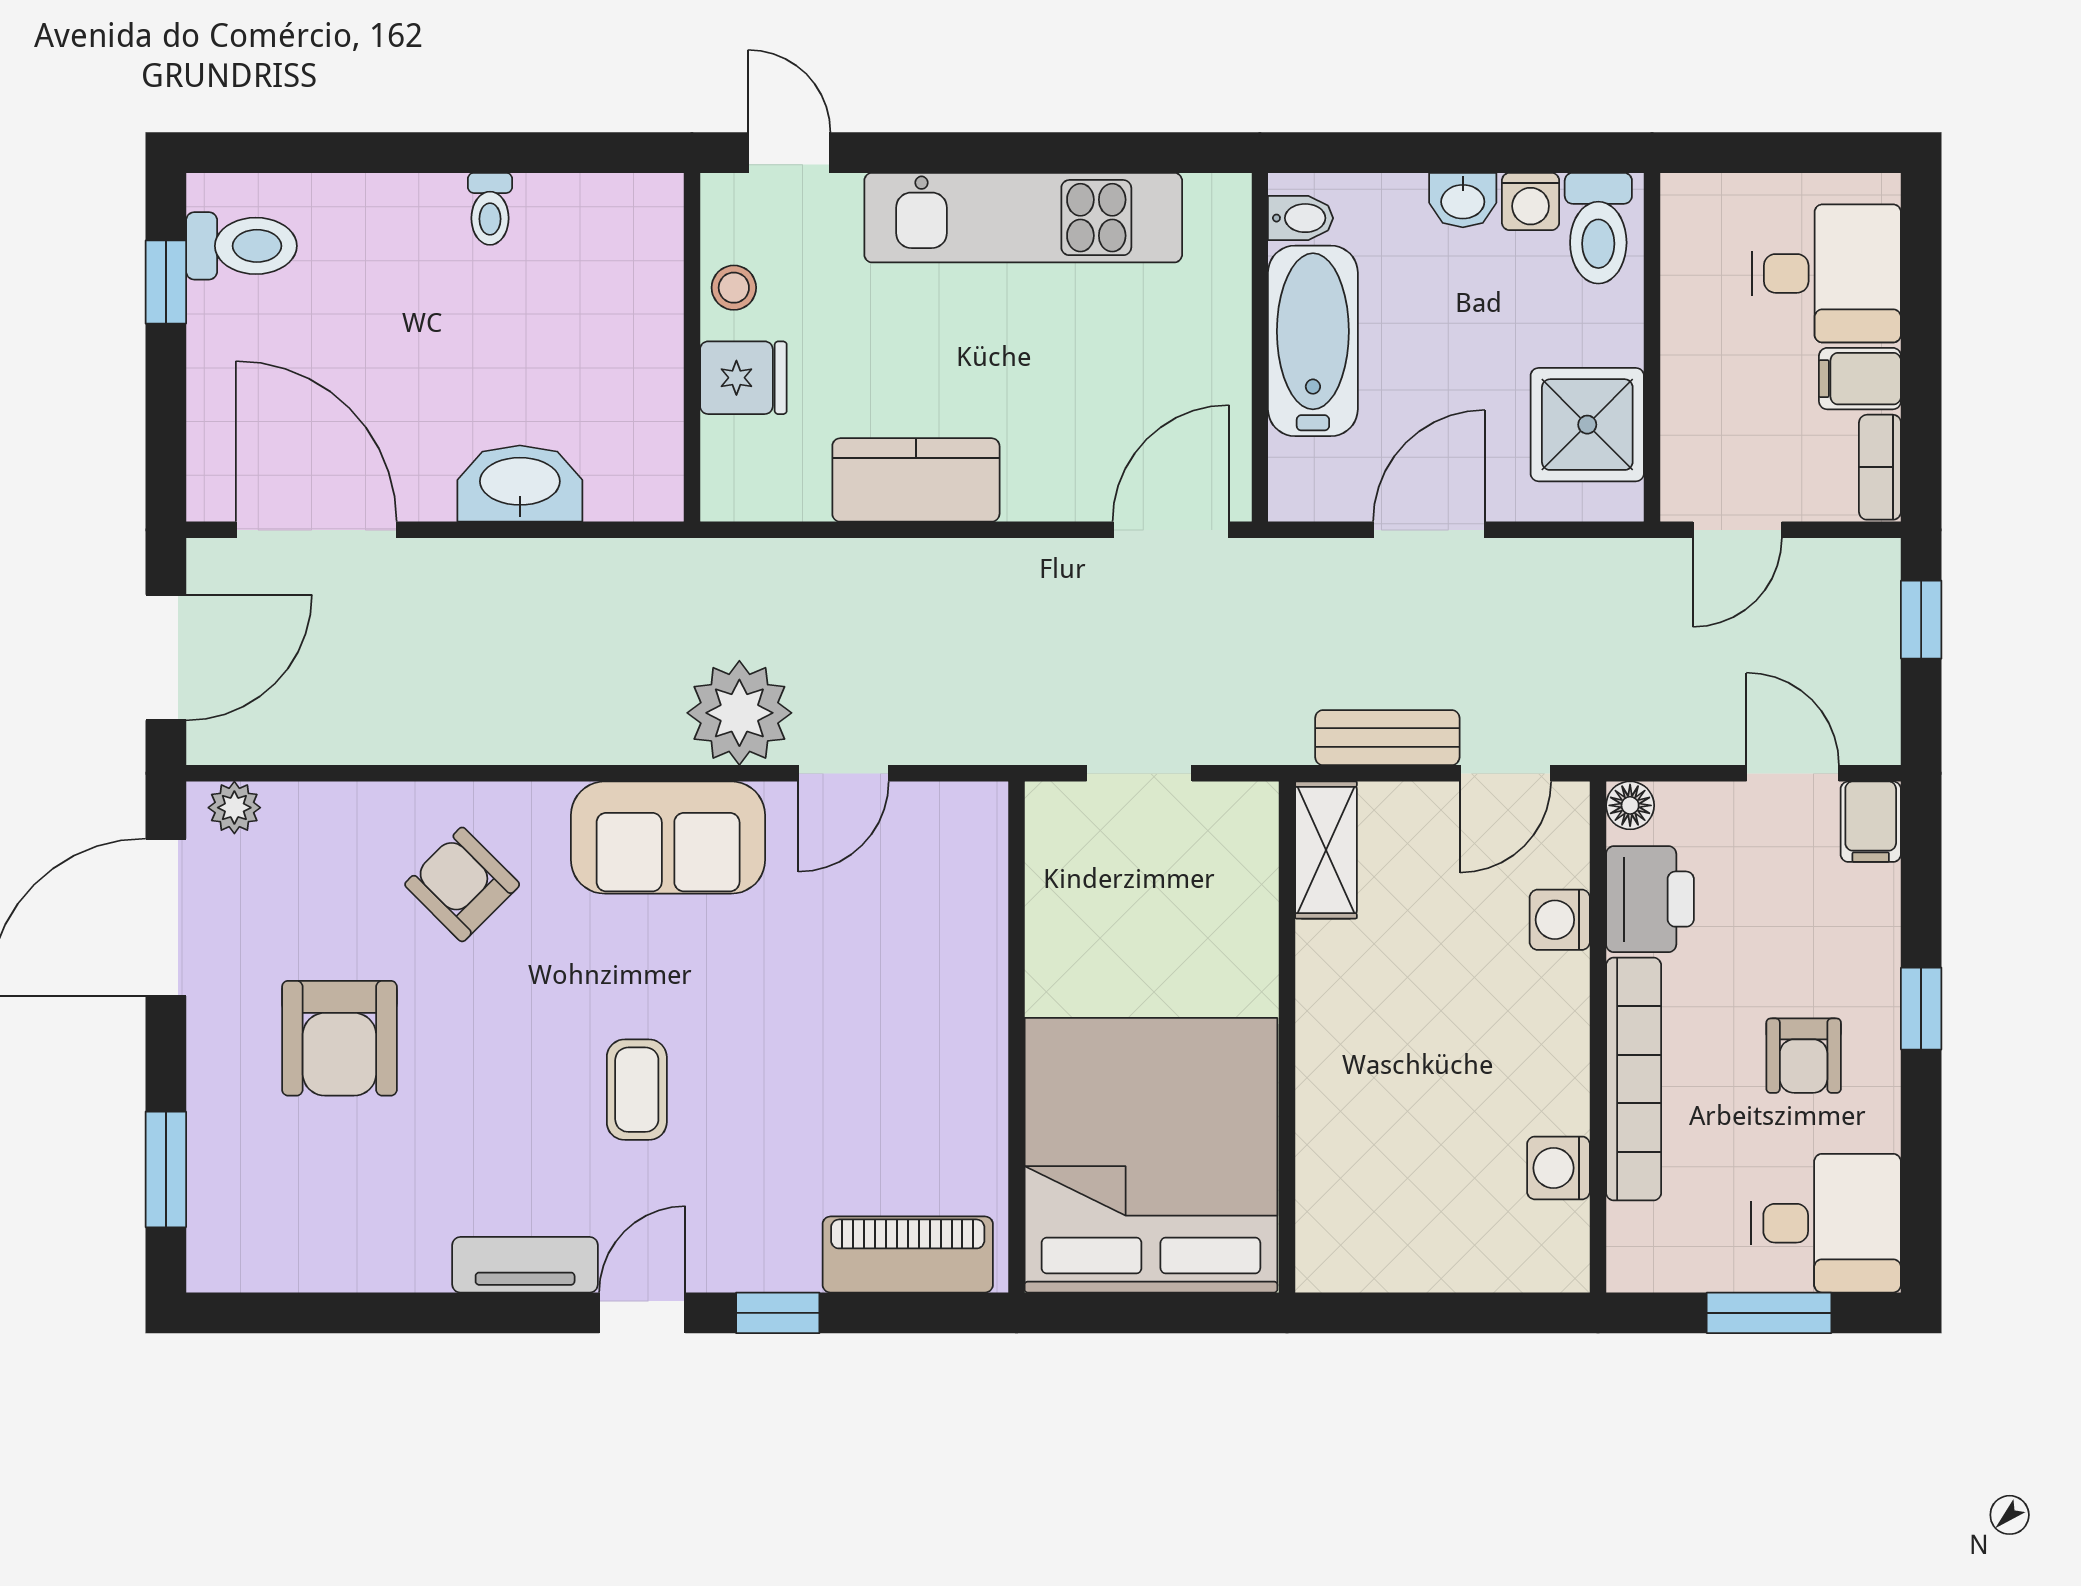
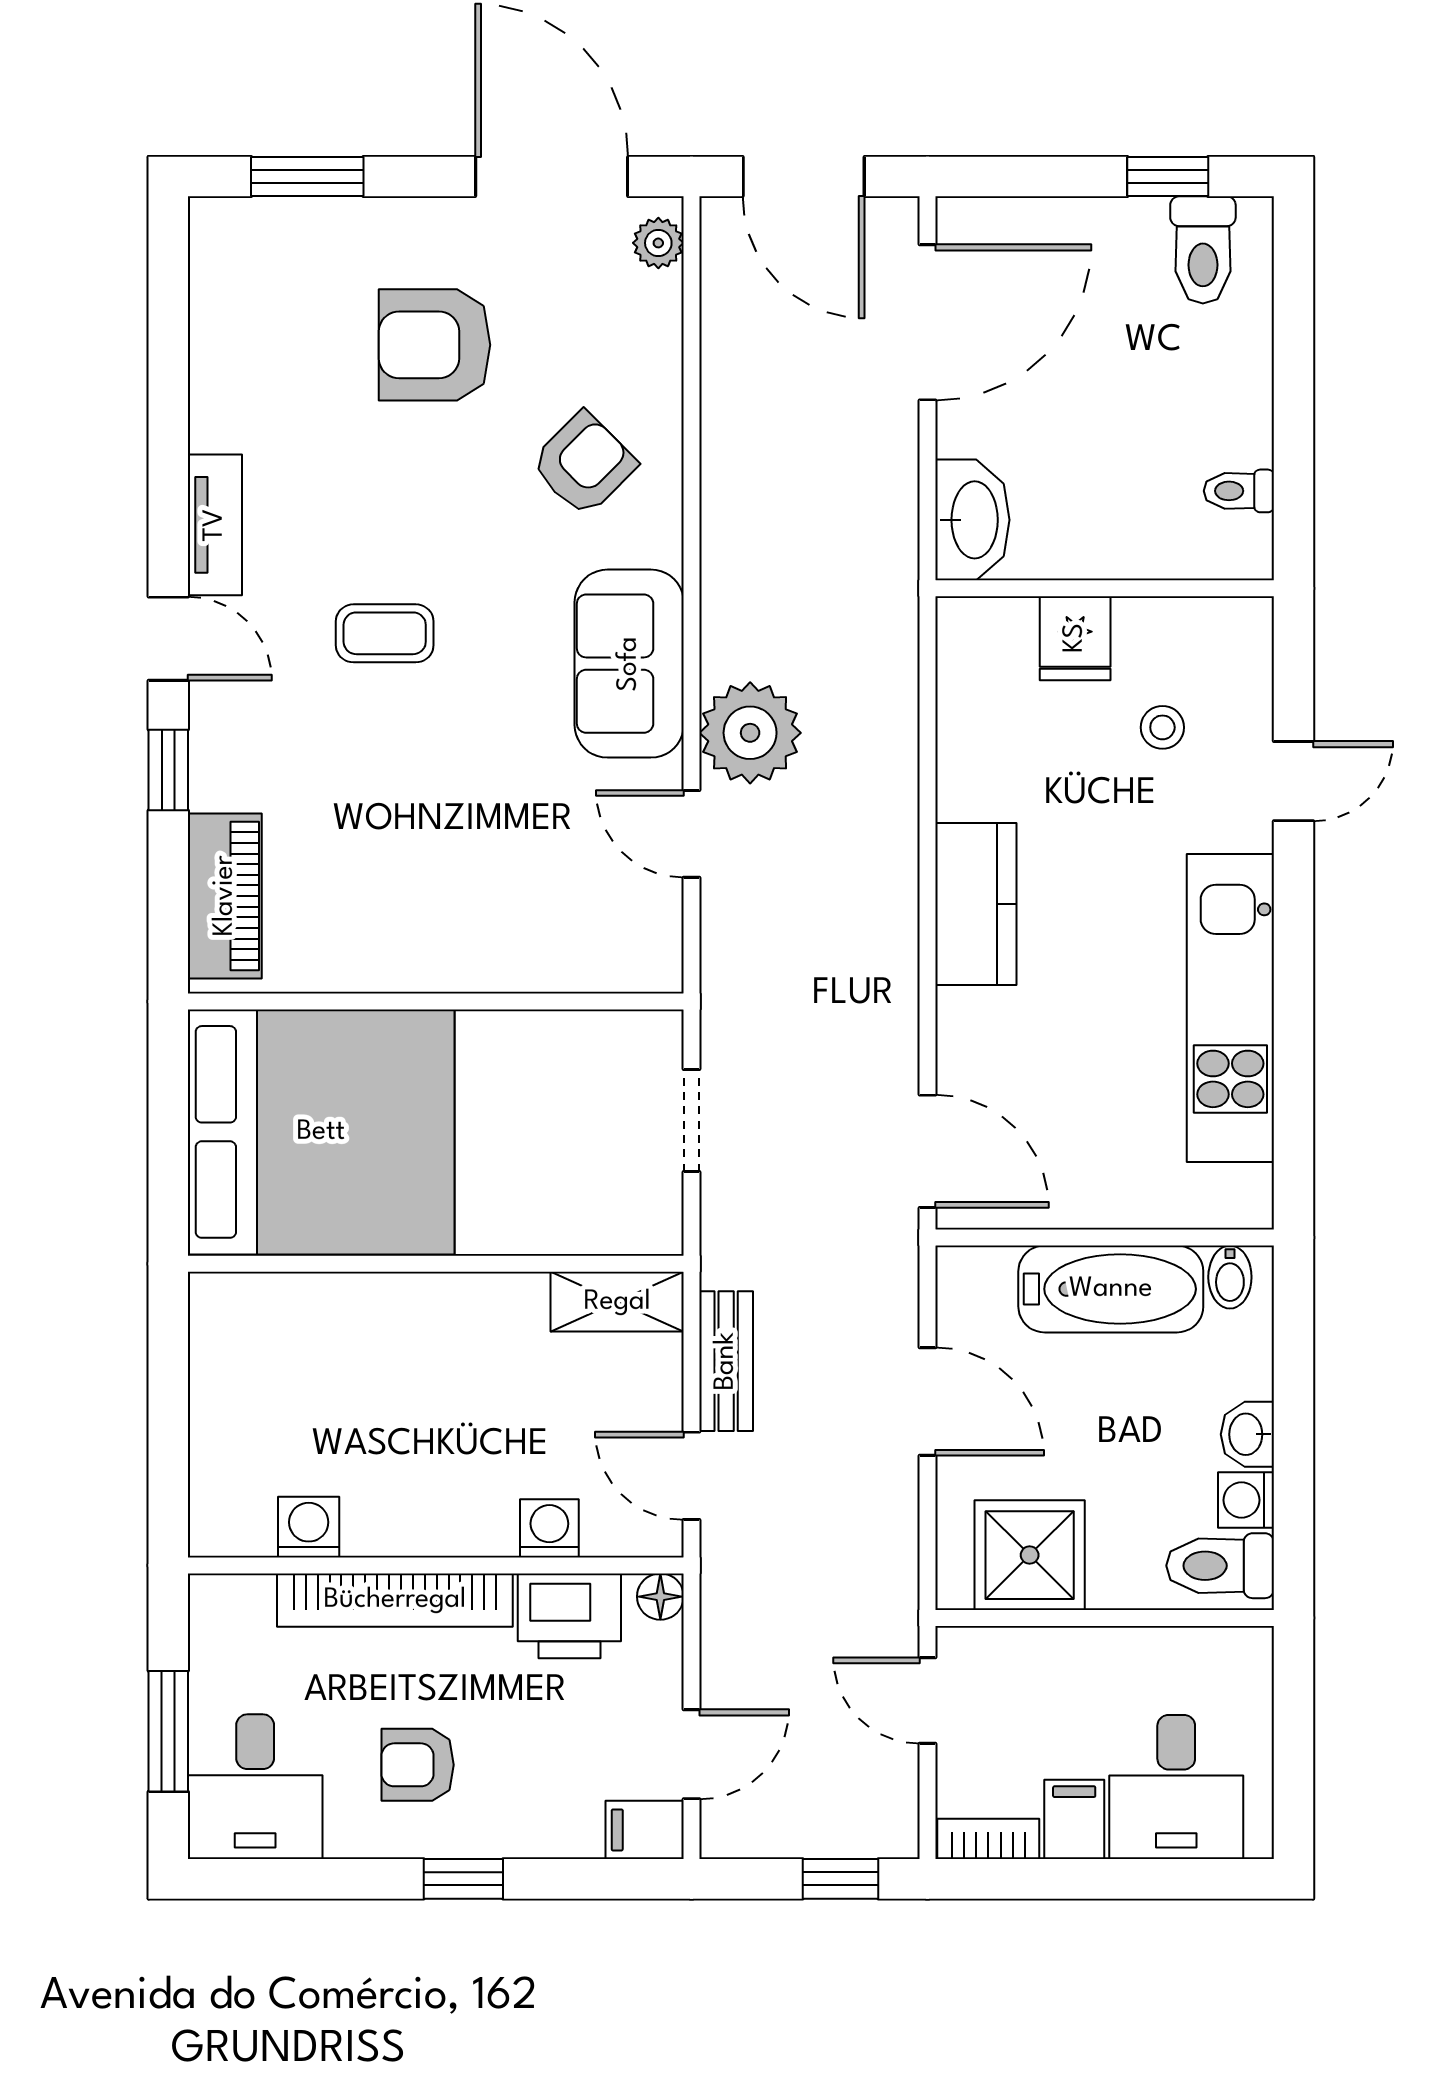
wall: (692, 347) -> (1105, 588), moved
fridge: (743, 378) -> (1075, 638), moved

